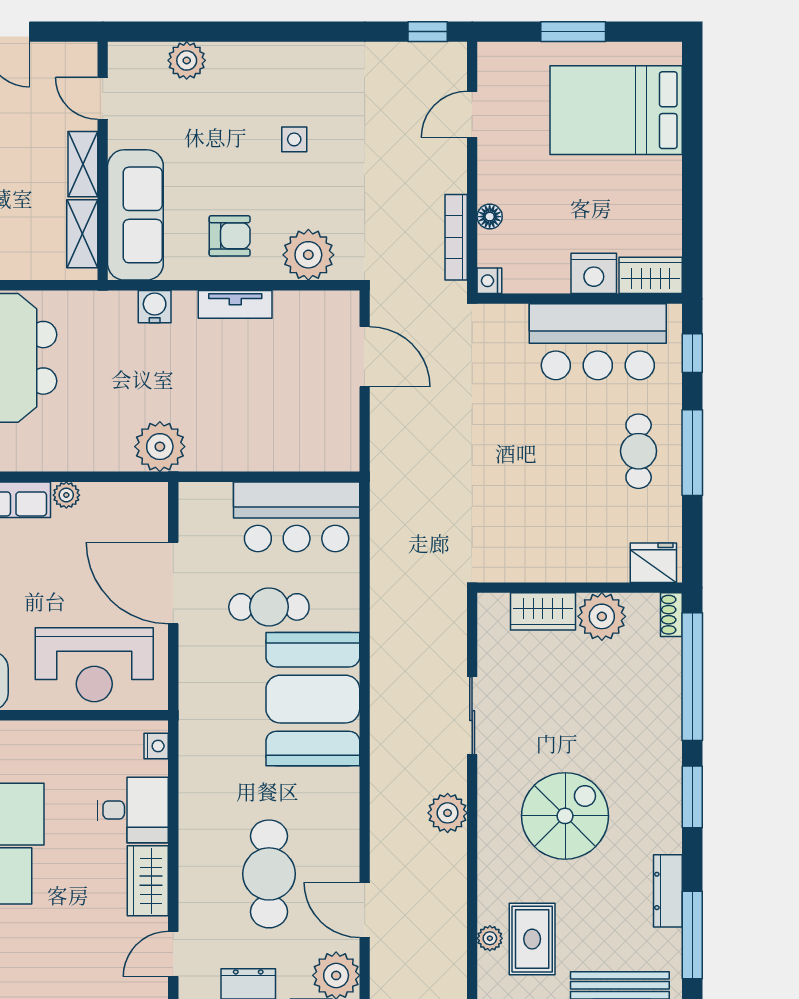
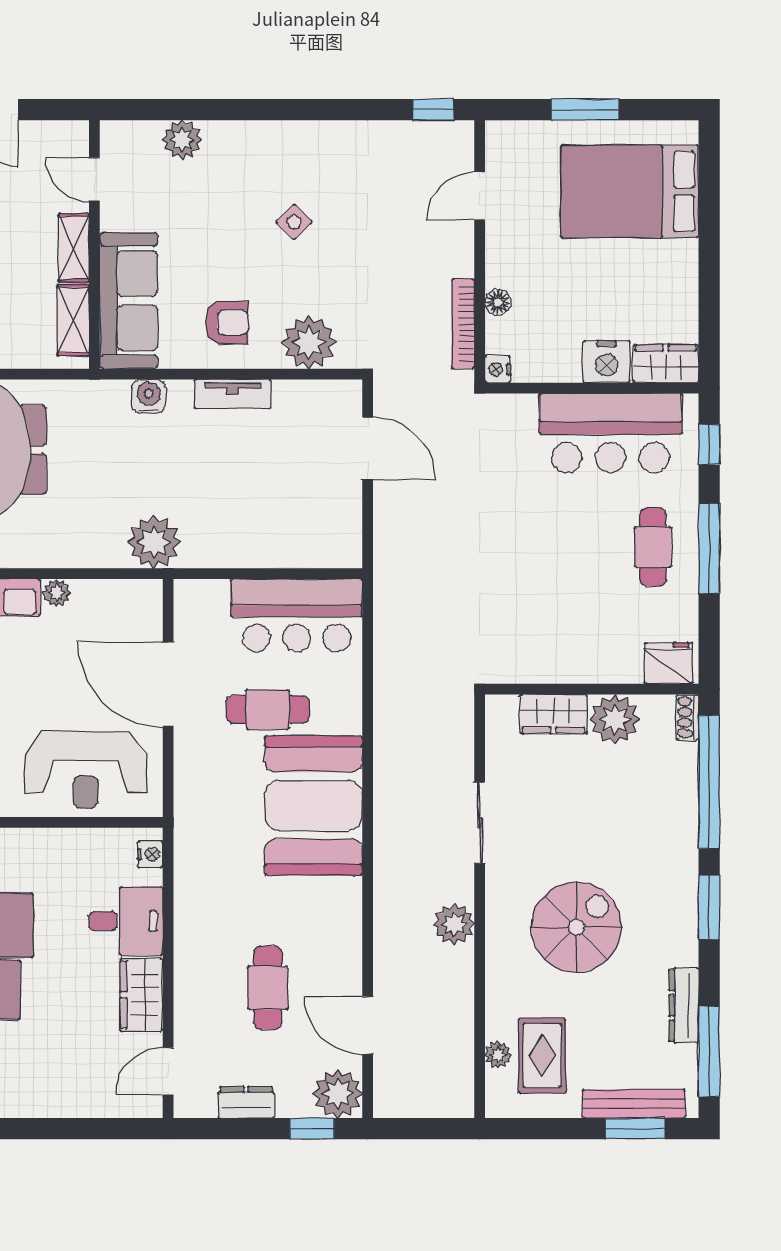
side table: (294, 139) -> (294, 222), turned 45
cafe table: (269, 874) -> (268, 988), width x0.73, depth x0.74

